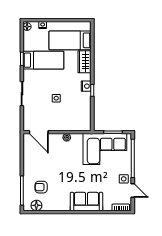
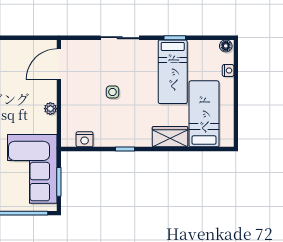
nightstand: (86, 86) -> (85, 139), moved

